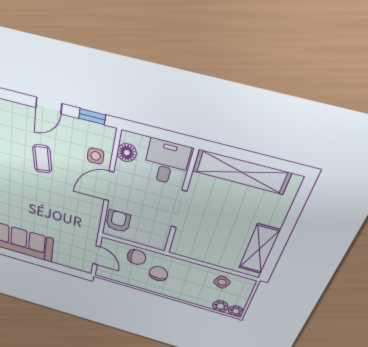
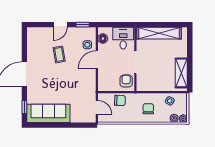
armchair: (118, 221) -> (126, 81), moved
chair: (159, 274) -> (148, 109), moved

